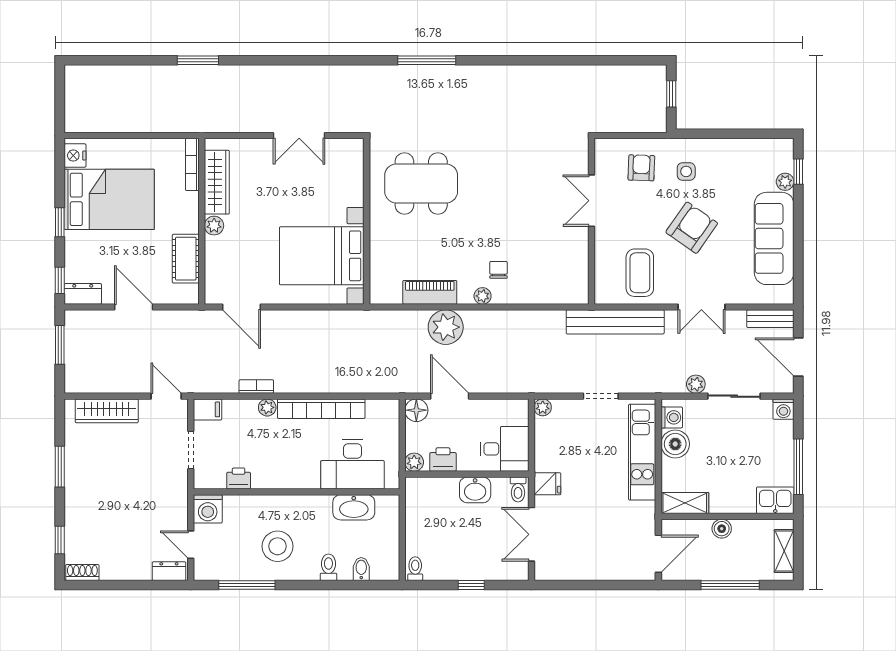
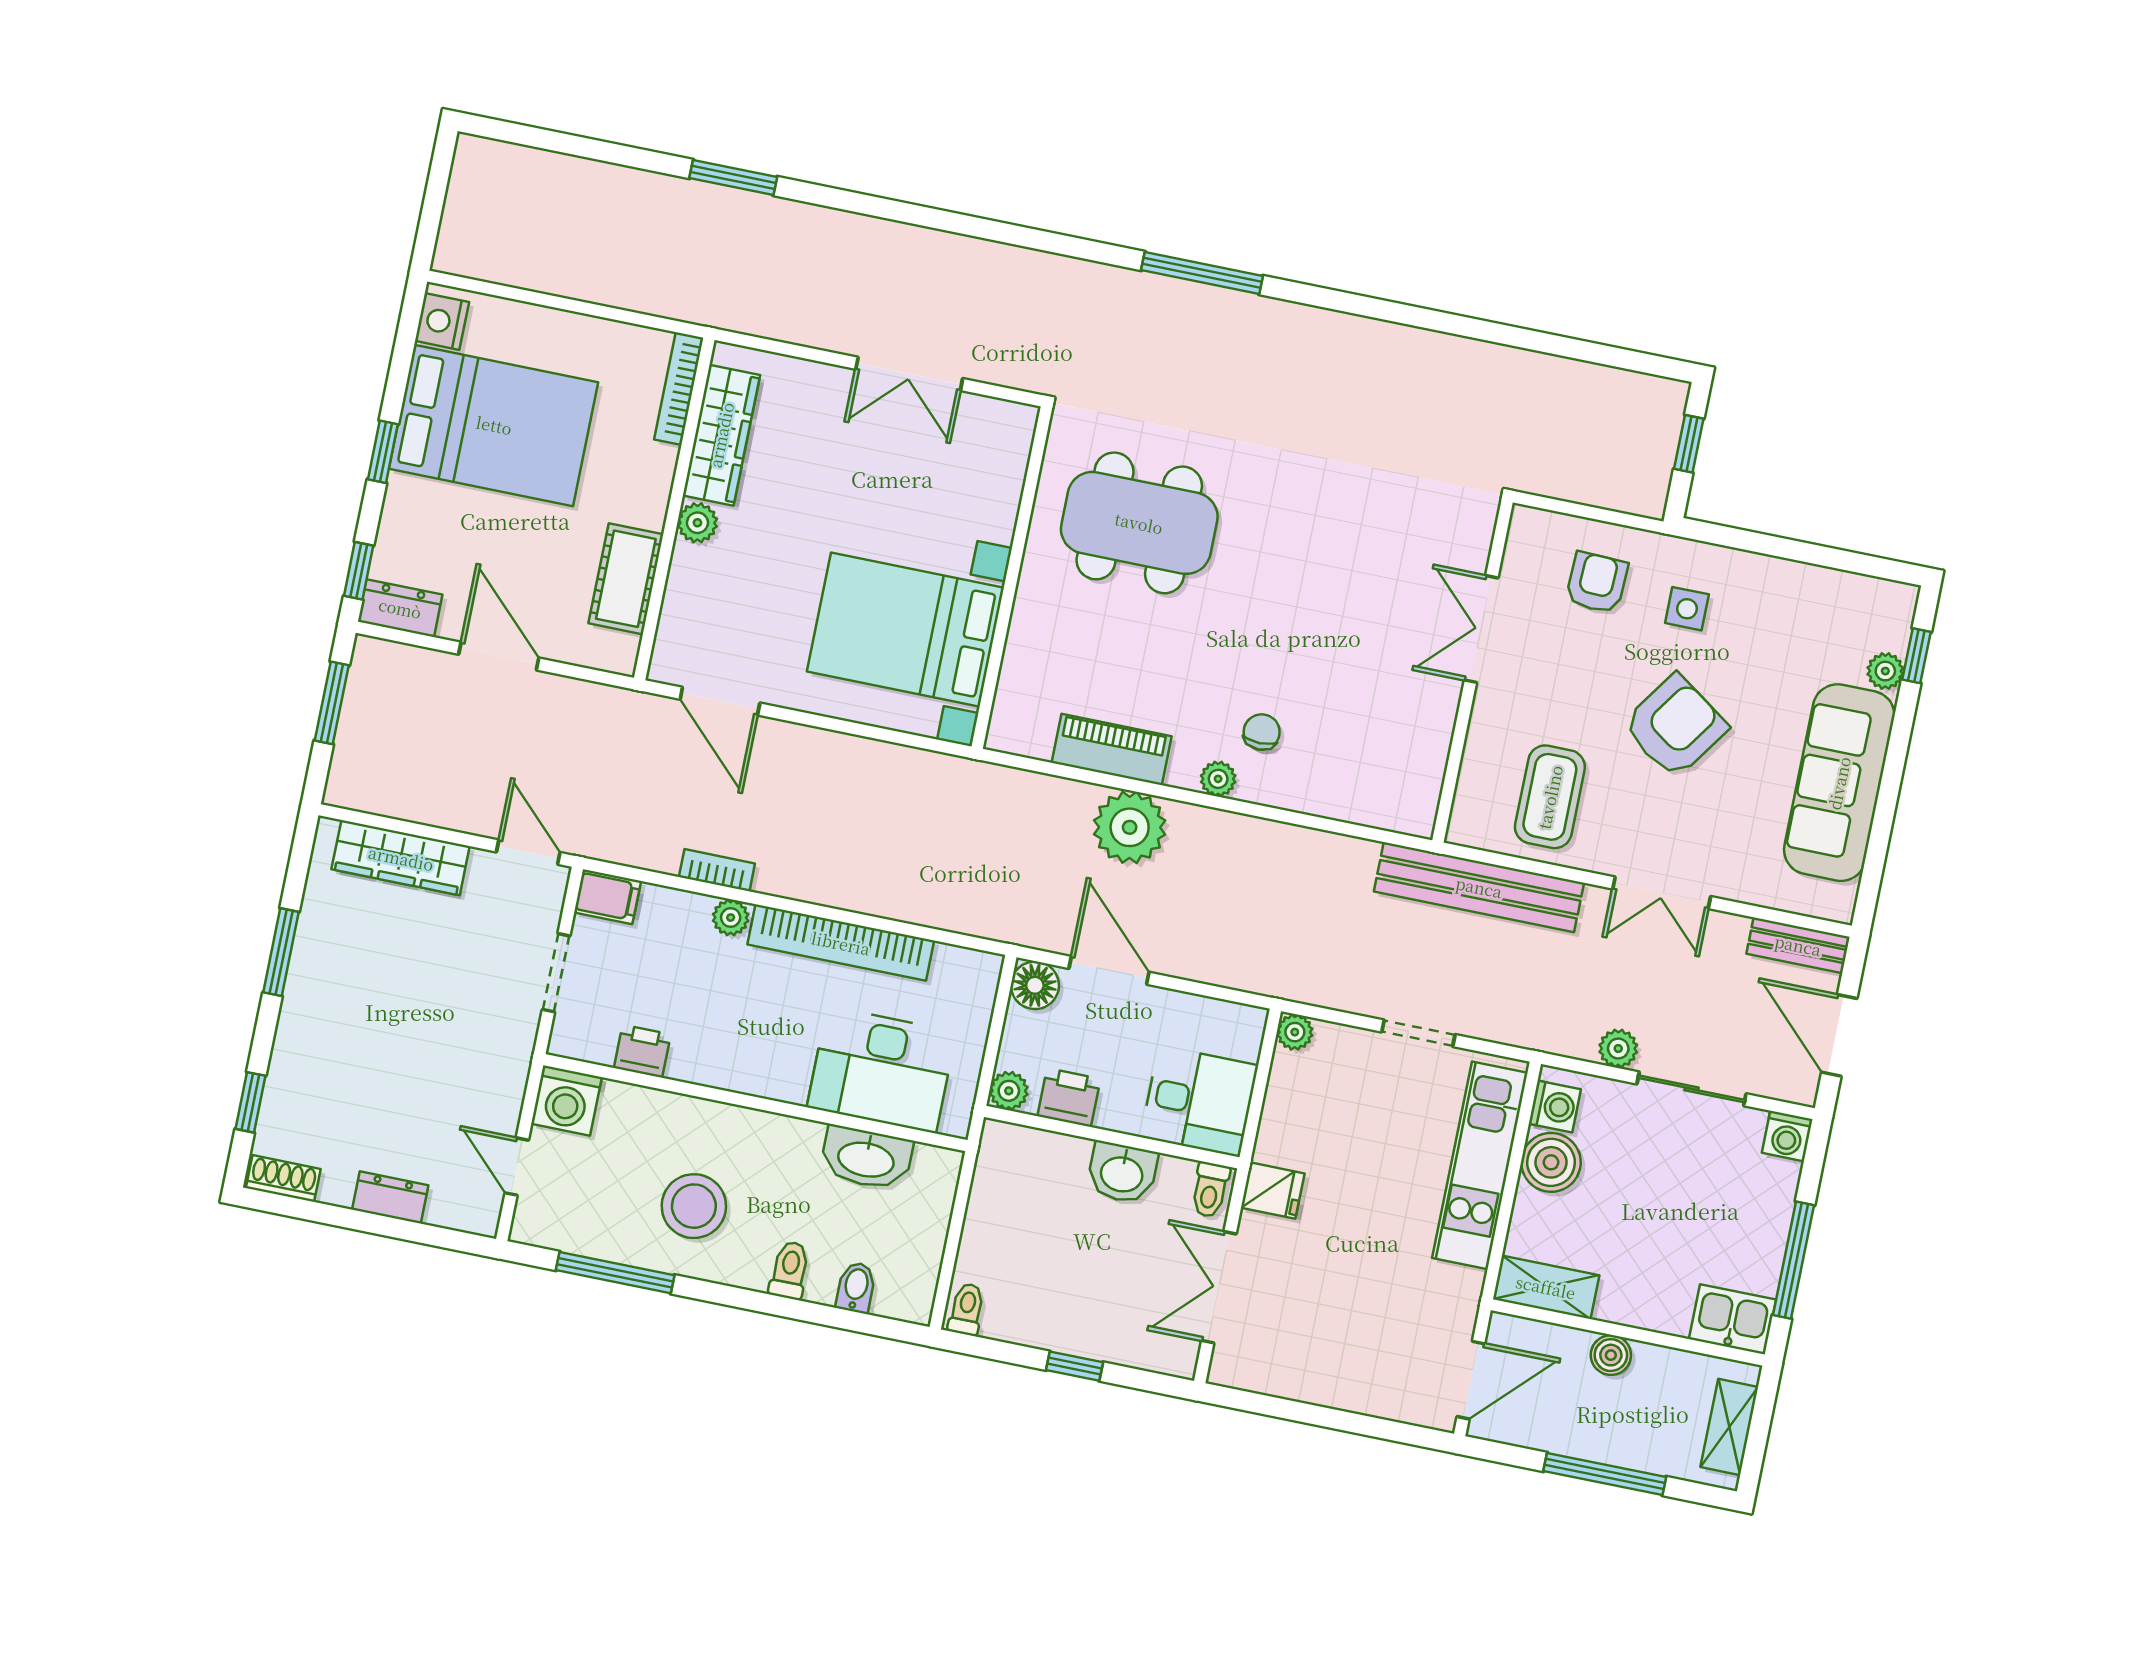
dresser: (169, 571) -> (390, 1197), moved

